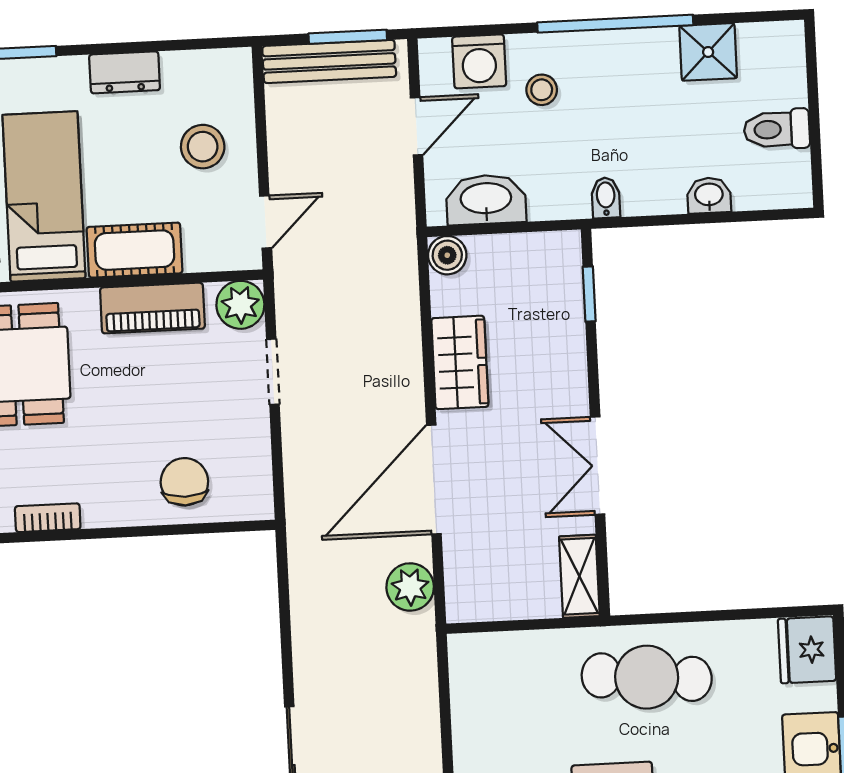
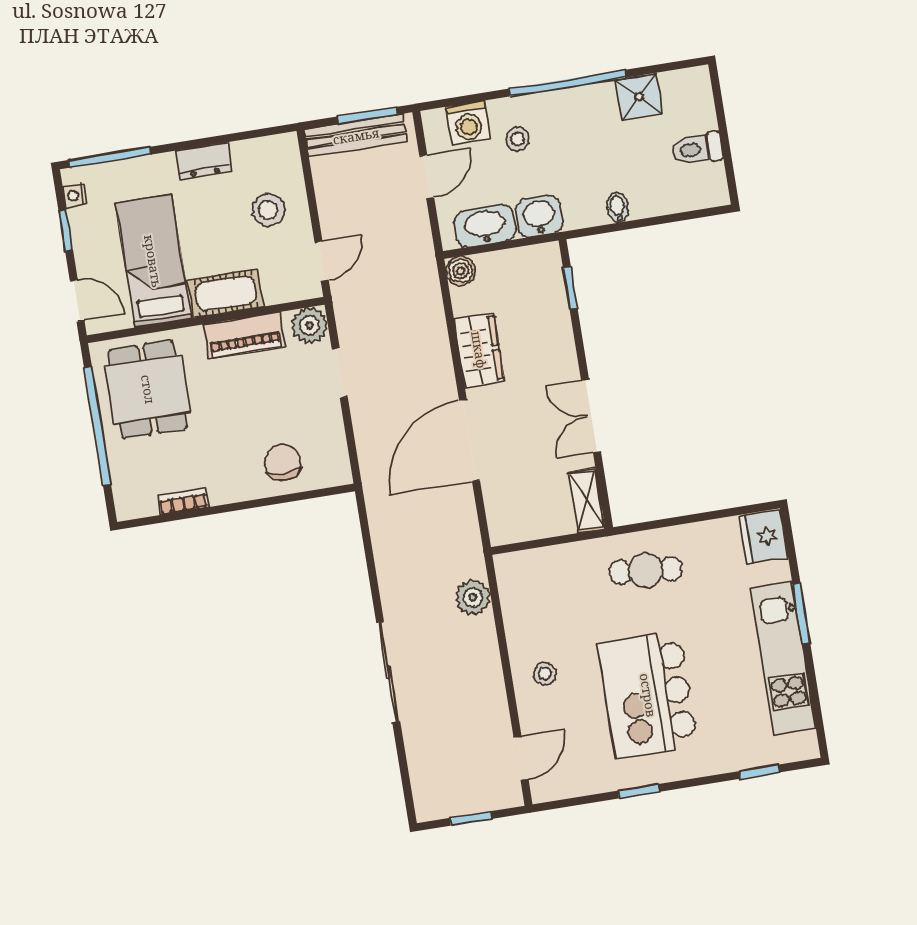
washbasin: (709, 195) -> (539, 216), moved, width x1.38, depth x1.45
bidet: (606, 198) -> (618, 208), moved
plant: (410, 587) -> (473, 597), moved
cafe table: (647, 677) -> (646, 570), width x0.73, depth x0.74

